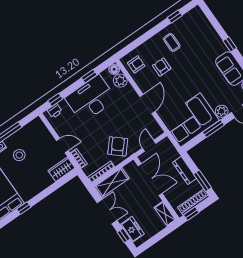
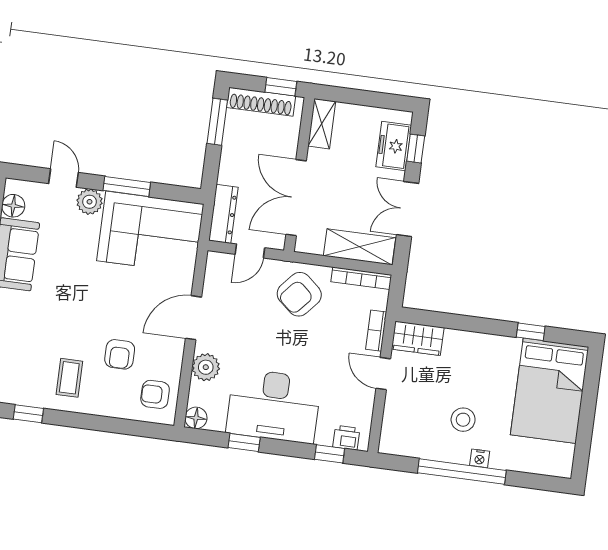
plant: (120, 81) -> (206, 367), moved
dresser: (185, 170) -> (223, 214), moved

